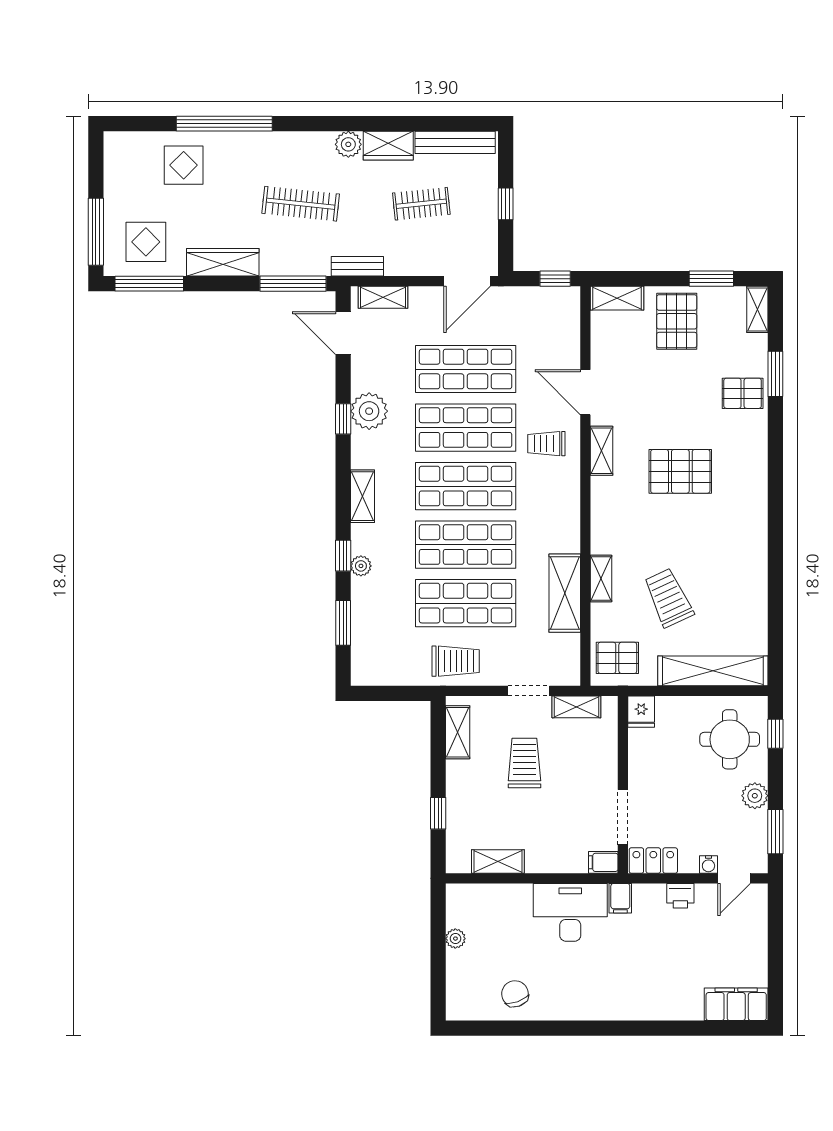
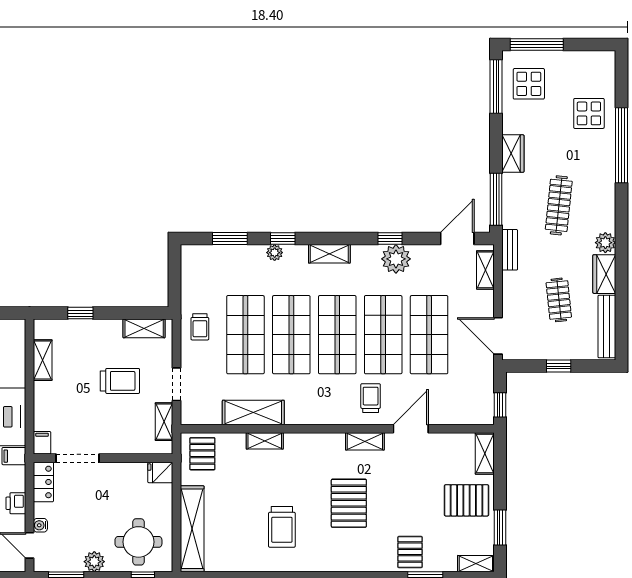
wardrobe: (223, 262) -> (513, 154), width x0.67
trolley: (669, 598) -> (282, 527), moved, turned 115
trolley: (456, 661) -> (200, 327), width x0.73, depth x0.72

